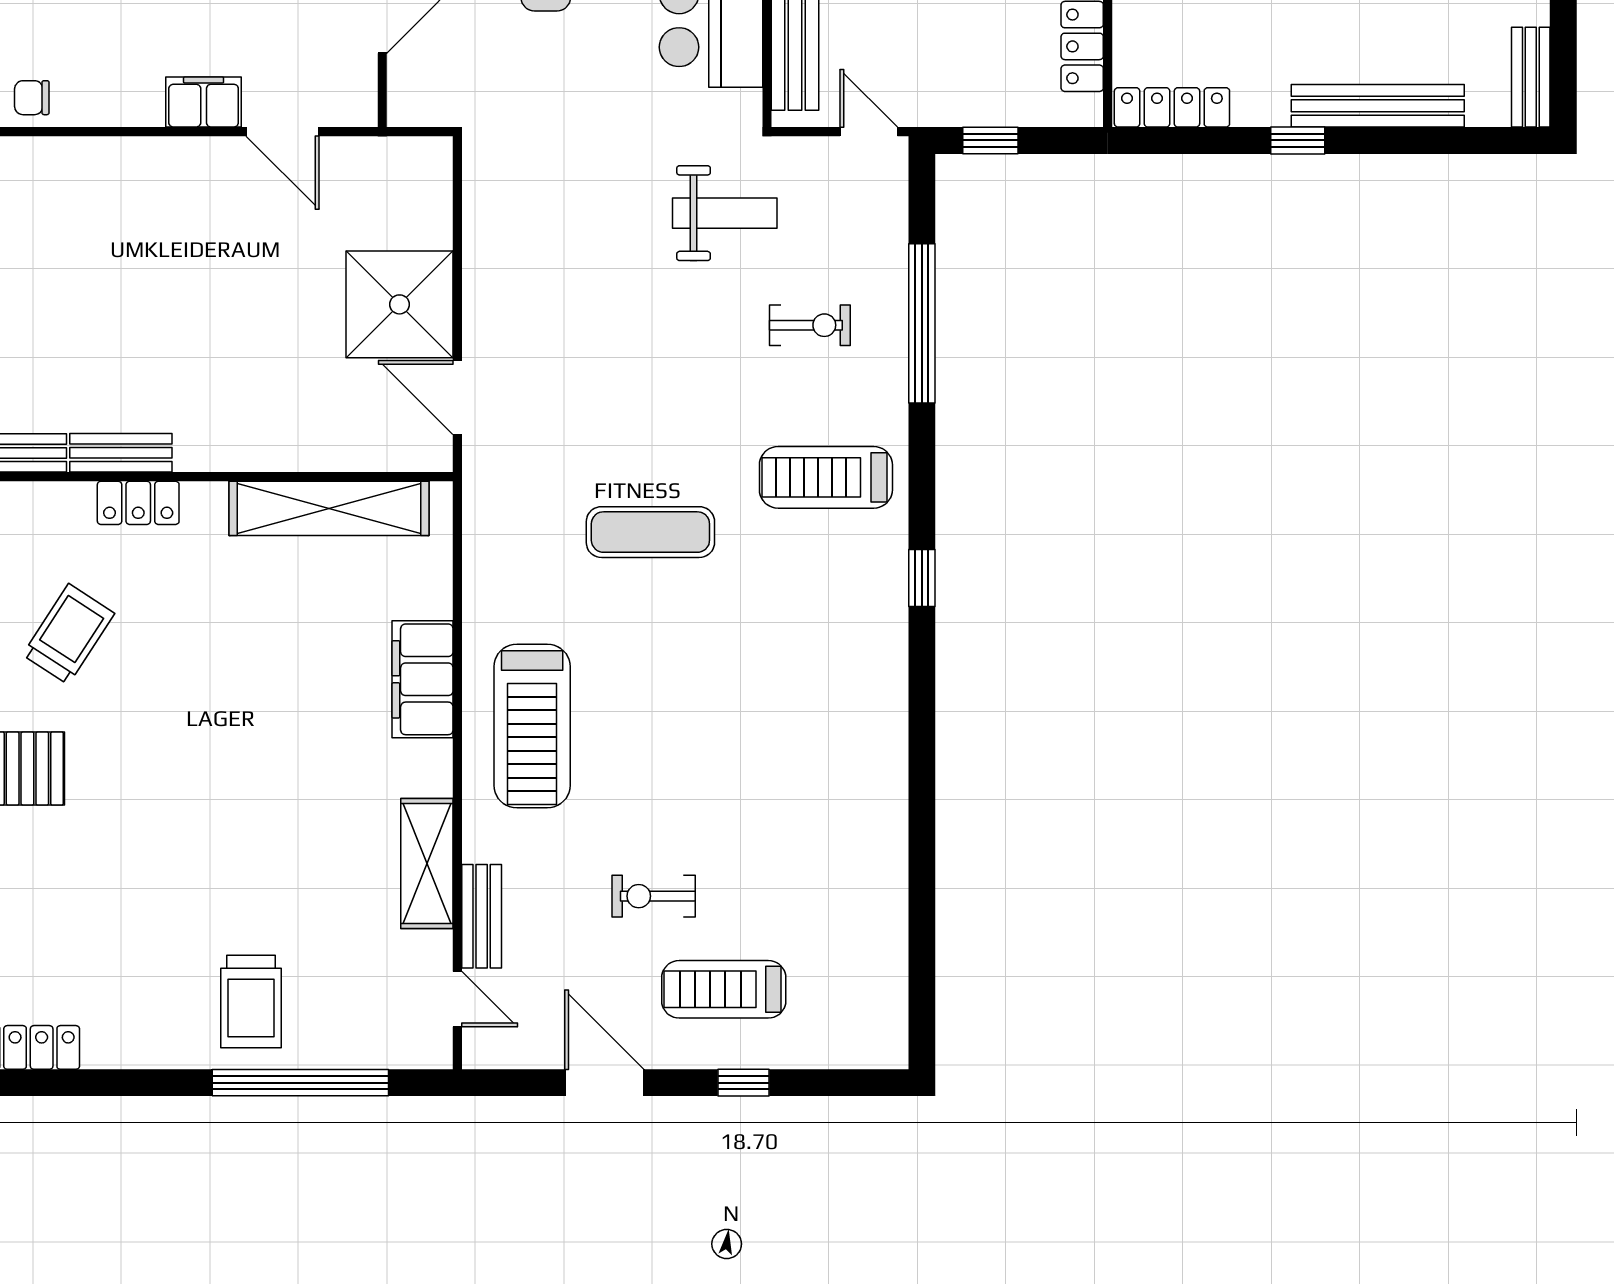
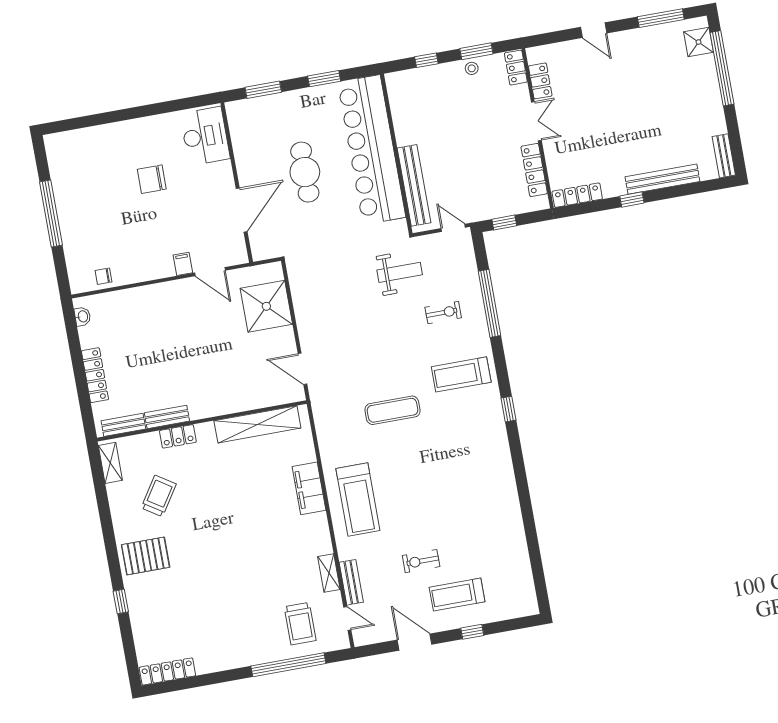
filing cabinet: (204, 102) -> (183, 264), width x0.50
shower: (399, 304) -> (266, 306), moved
shelving: (427, 864) -> (329, 573), width x0.67, depth x0.75
trolley: (251, 1001) -> (300, 624), moved

